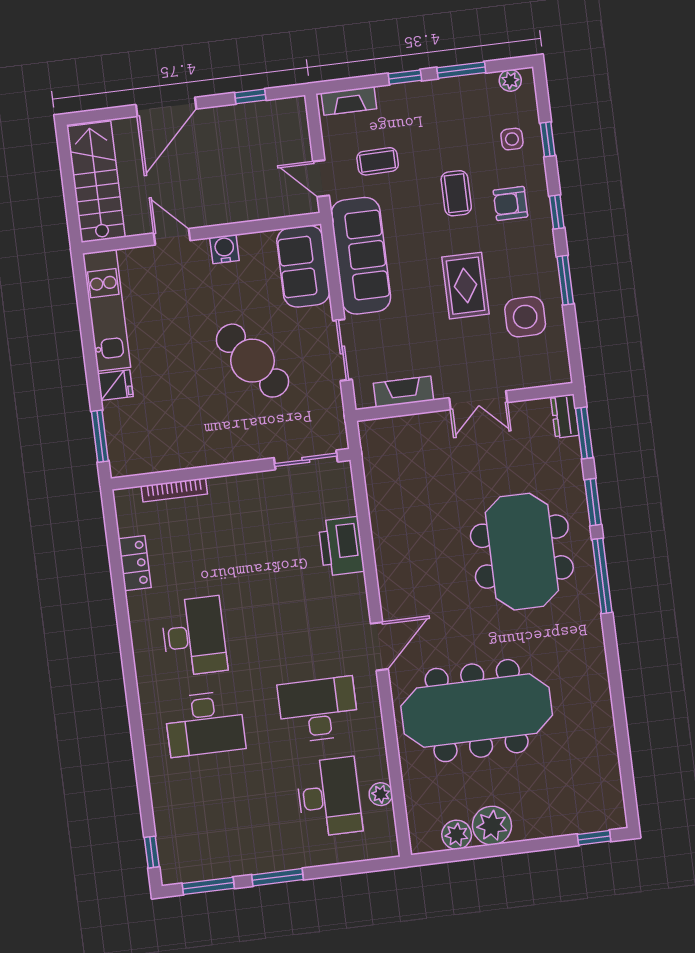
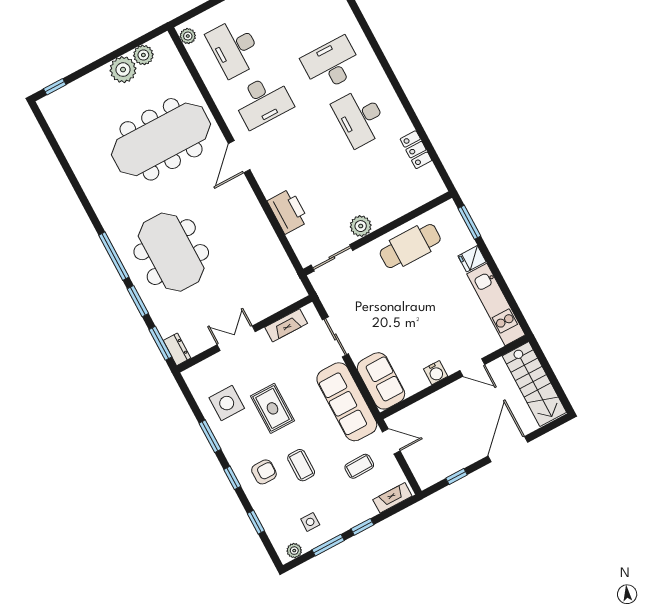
side table: (512, 139) -> (310, 522), moved
cafe table: (252, 361) -> (410, 246), moved, turned -53
plant: (250, 488) -> (361, 226), added
bookcase: (174, 490) -> (409, 206), removed
plant: (381, 794) -> (188, 36), moved

